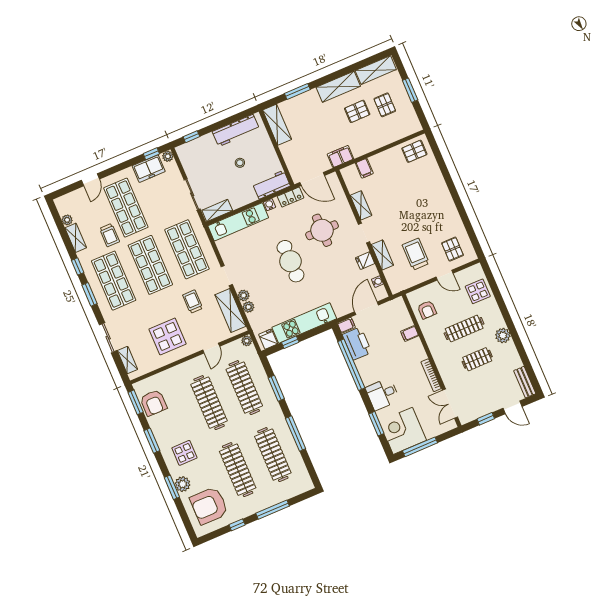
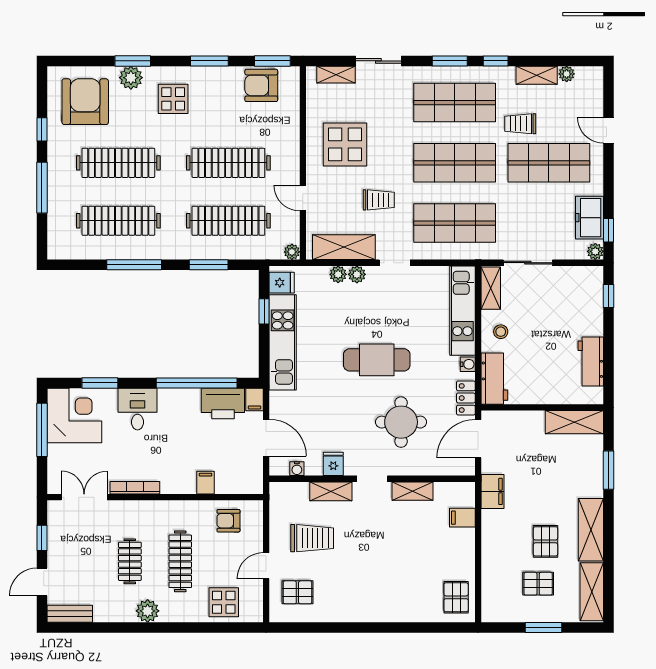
workbench: (236, 130) -> (591, 362), width x0.73
stool: (240, 163) -> (501, 332), moved

